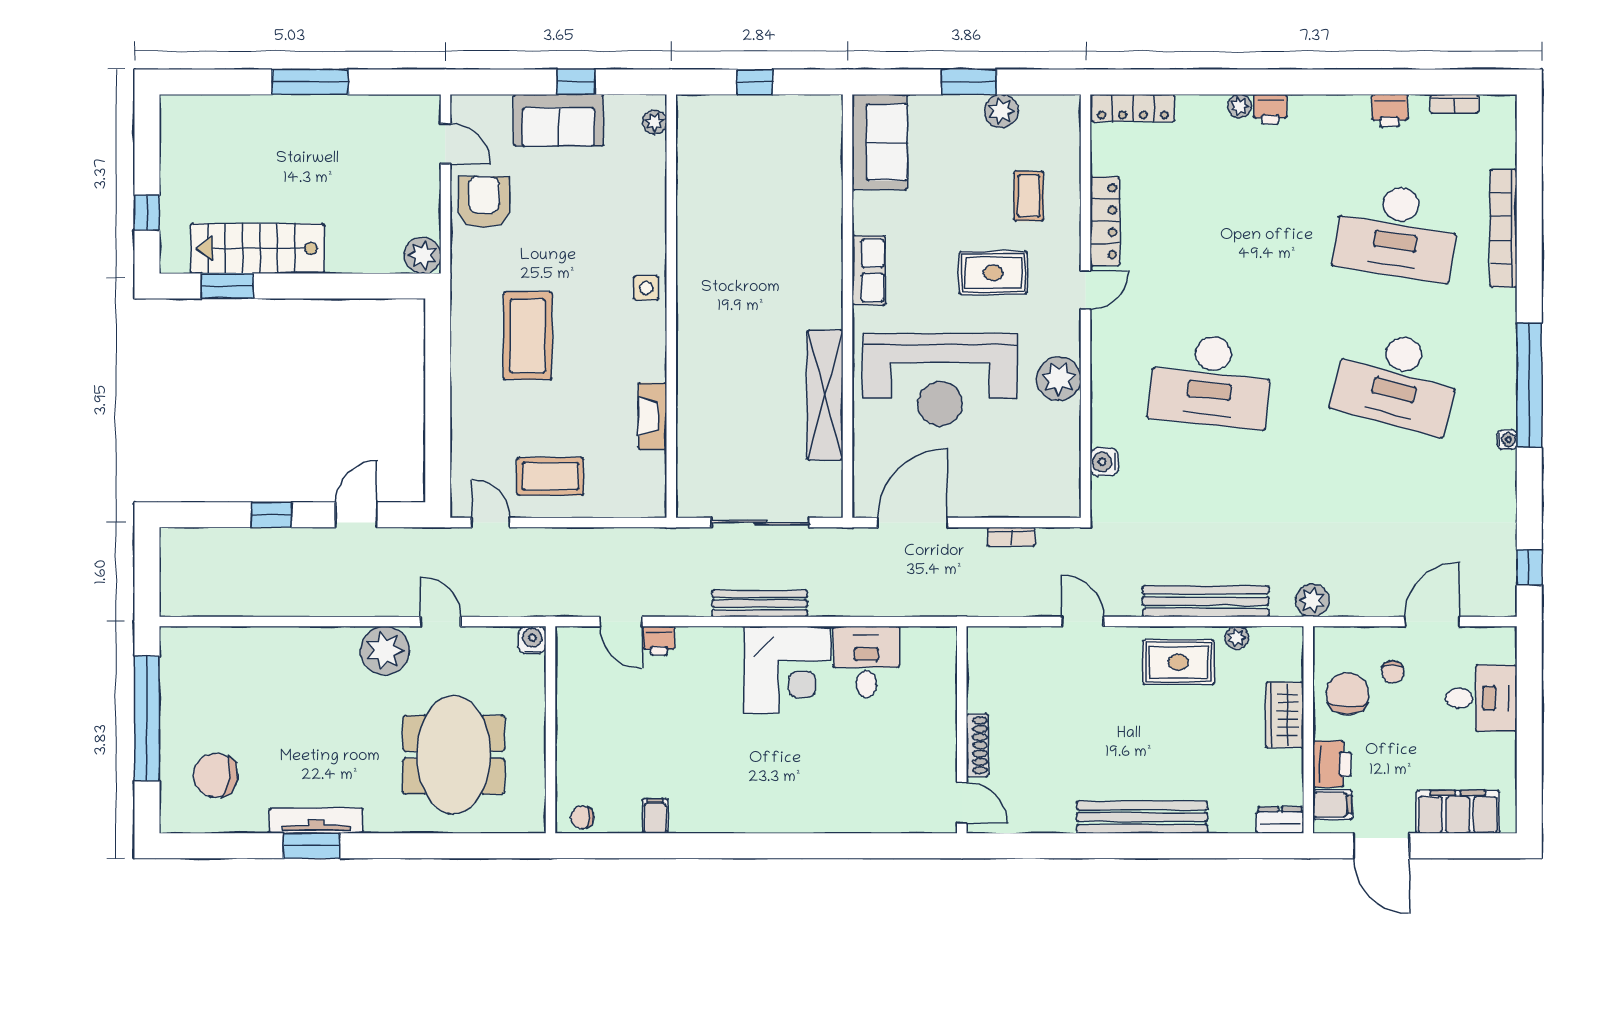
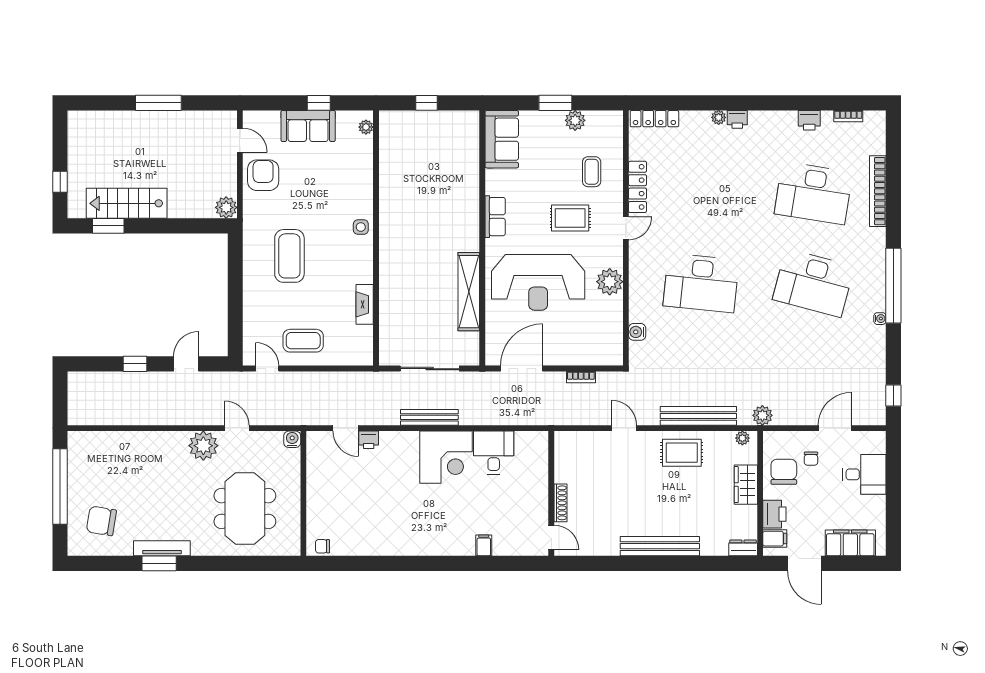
plant: (1237, 638) -> (742, 438), moved
filing cabinet: (655, 816) -> (484, 545), moved

